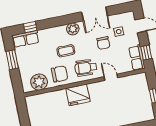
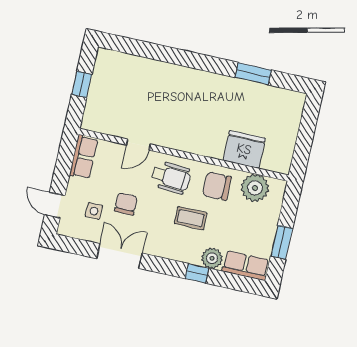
window: (30, 27) -> (197, 273), moved
plant: (73, 29) -> (212, 258), moved
window: (146, 53) -> (65, 158), removed
door: (111, 77) -> (138, 145), hinge flipped
fridge: (78, 95) -> (244, 149), moved

